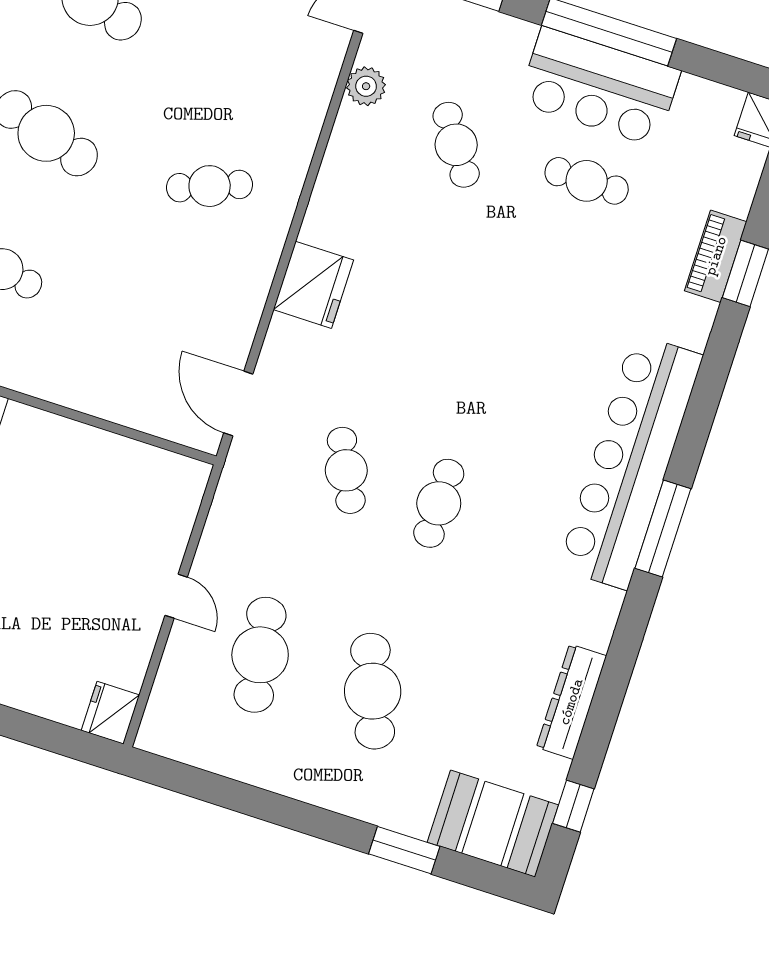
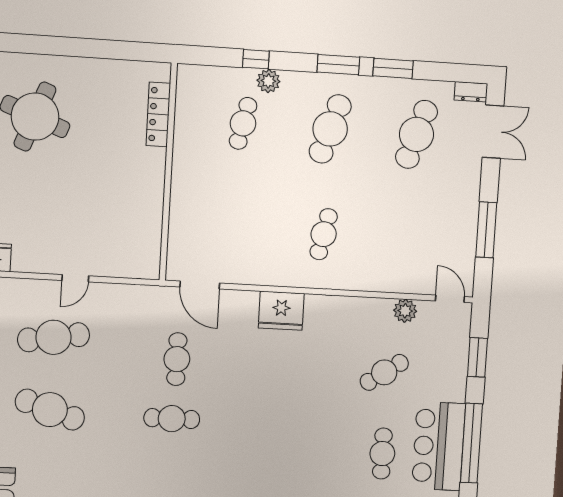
cafe table: (210, 186) -> (324, 234), turned 33
door: (238, 404) -> (200, 285), swing flipped
cafe table: (346, 470) -> (177, 359), turned -64
cafe table: (373, 691) -> (50, 410), turned 39

